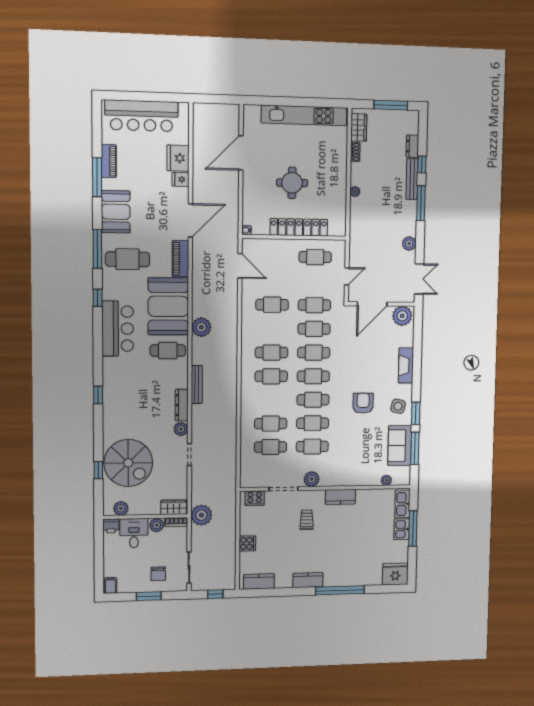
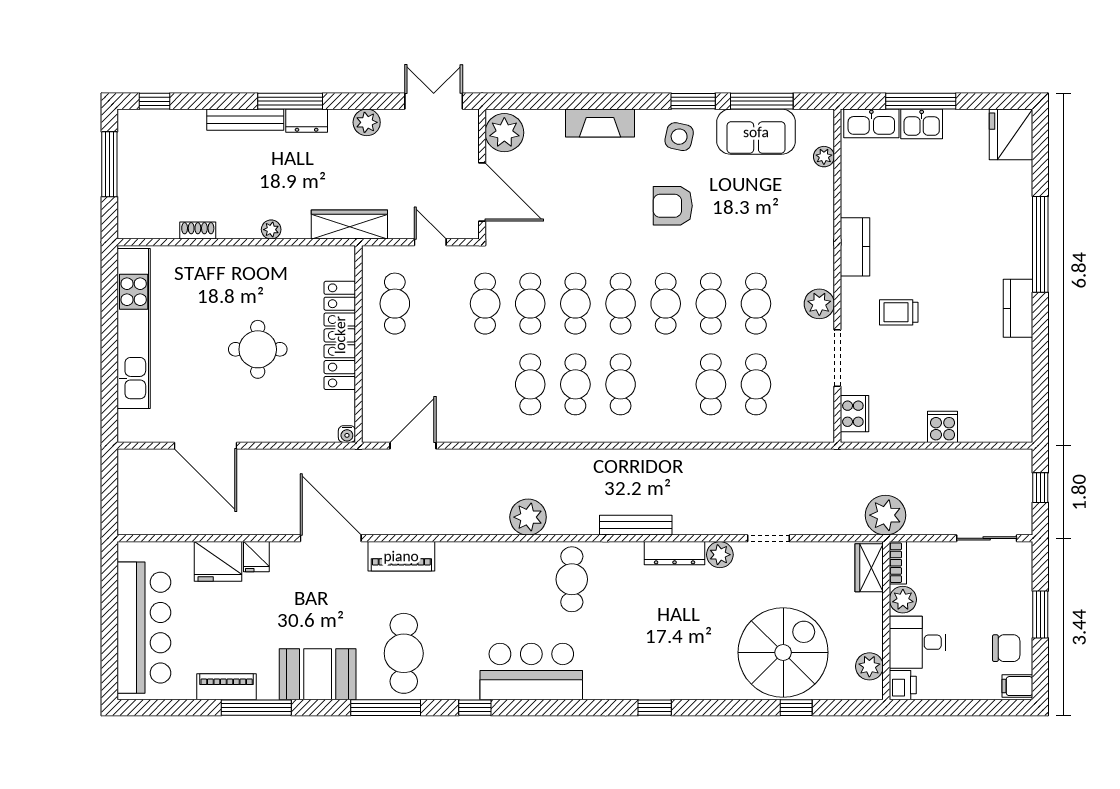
wardrobe: (359, 127) -> (349, 224), moved, width x1.50
dresser: (412, 146) -> (307, 121), moved
window: (422, 165) -> (155, 101), moved
cafe table: (272, 305) -> (530, 384), moved
booth: (168, 306) -> (490, 579), removed
chair: (158, 574) -> (1006, 648), moved
kitchen counter: (259, 581) -> (1018, 404), removed

